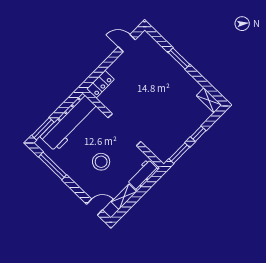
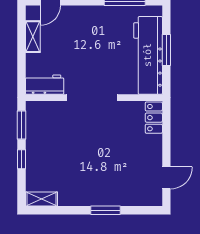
window: (43, 129) -> (166, 50), moved
stool: (101, 162) -> (85, 48), removed
workbench: (143, 175) -> (45, 85), moved, turned -90

